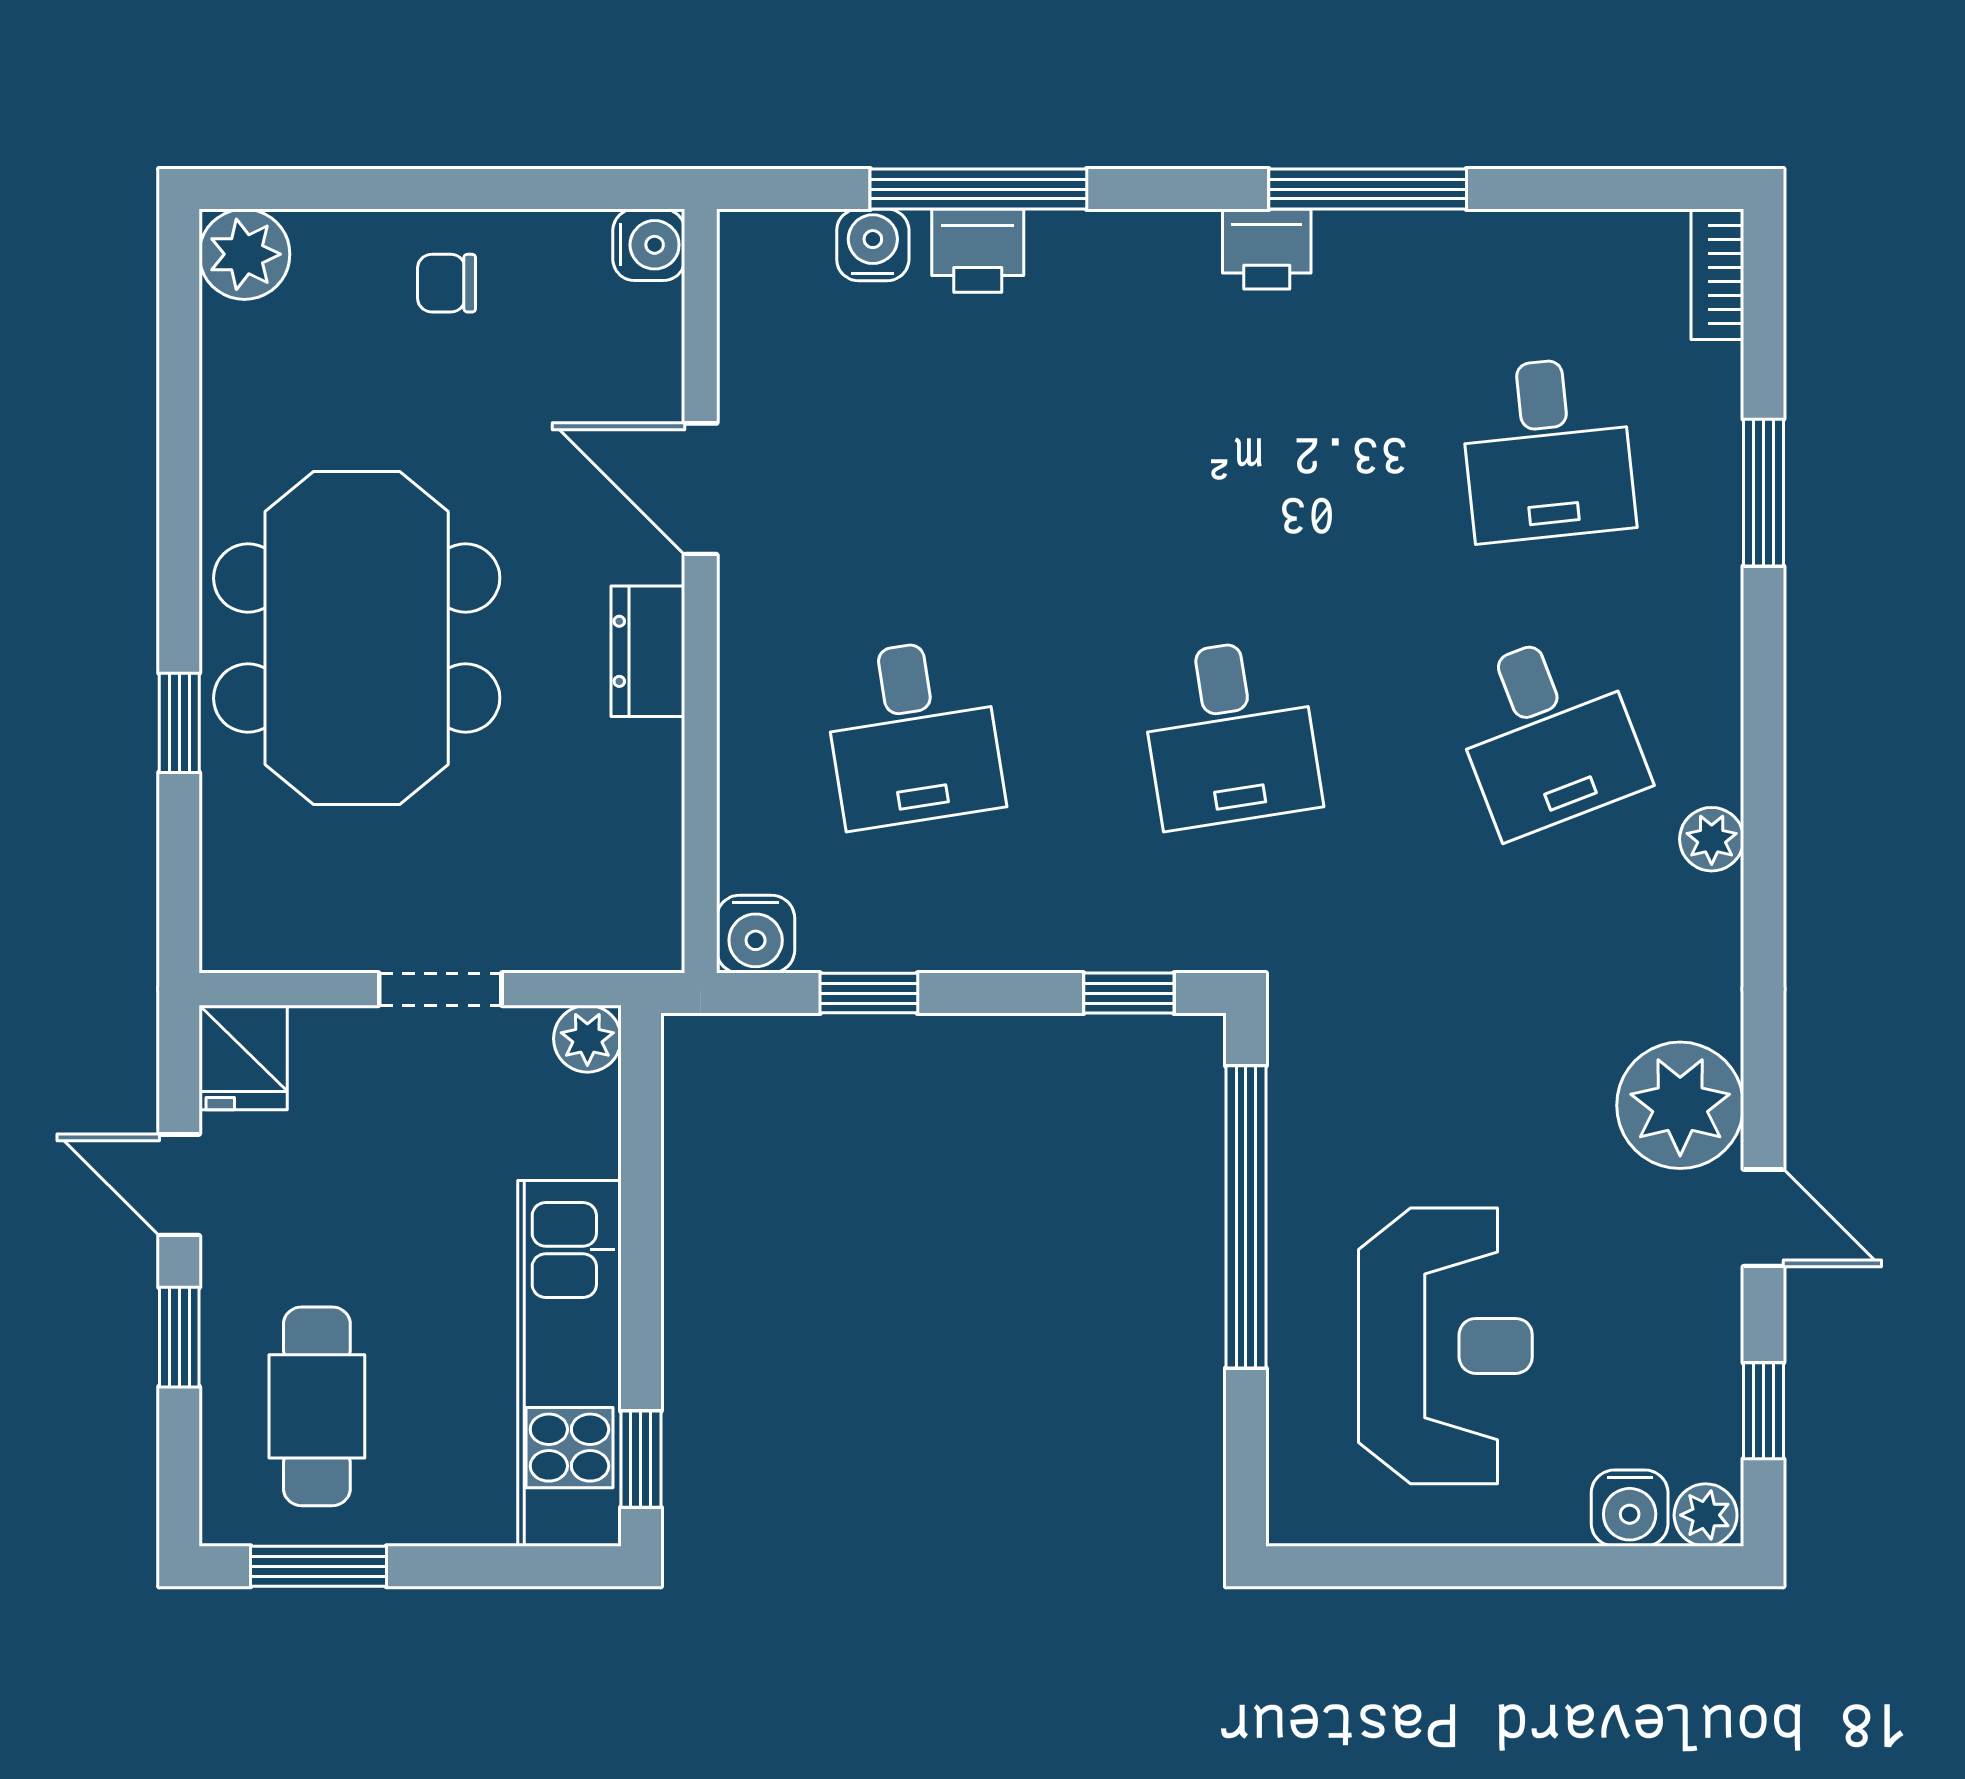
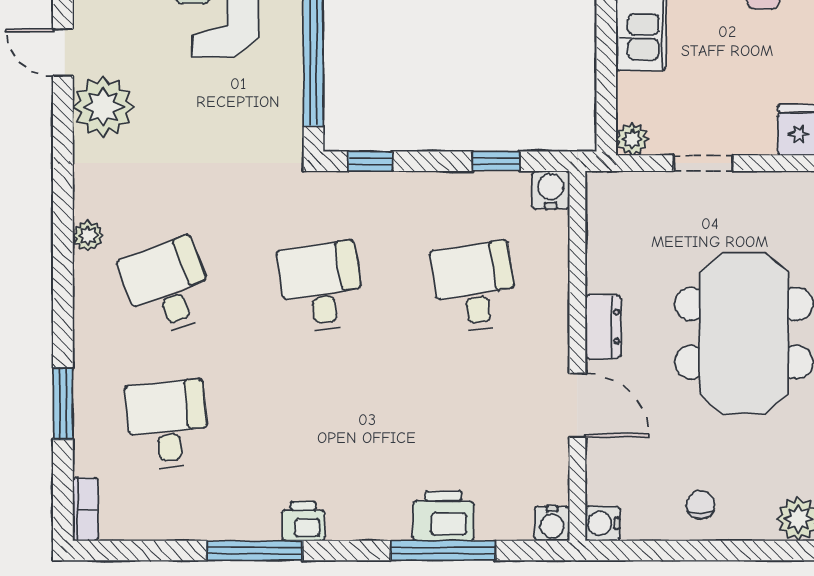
water cooler: (873, 245) -> (552, 523), moved
printer: (978, 251) -> (443, 516), width x1.36, depth x1.24
chair: (447, 283) -> (700, 505), turned -90

